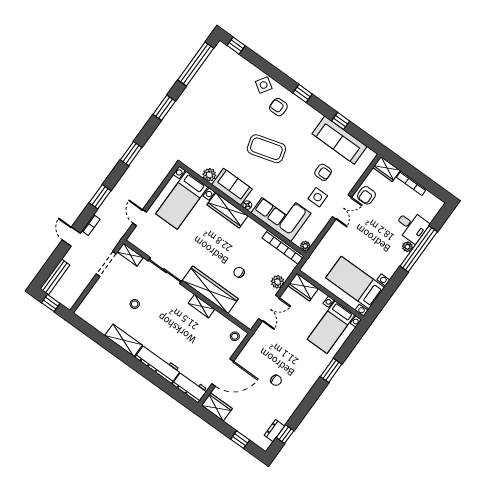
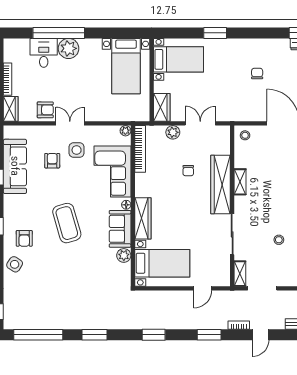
plant: (407, 247) -> (69, 48), width x1.87, depth x1.87

